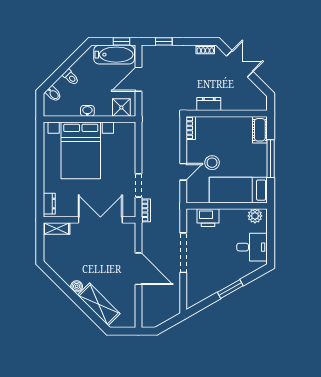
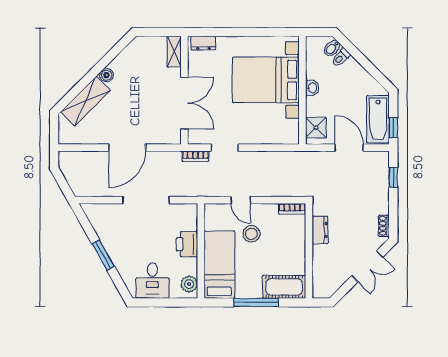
toilet: (71, 77) -> (341, 57), moved
cot: (260, 130) -> (284, 287), width x1.37, depth x1.34
printer: (208, 218) -> (187, 244), moved

